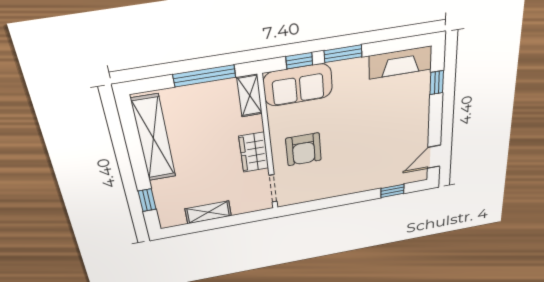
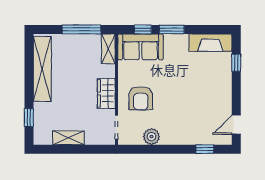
plant: (322, 190) -> (151, 137), added

